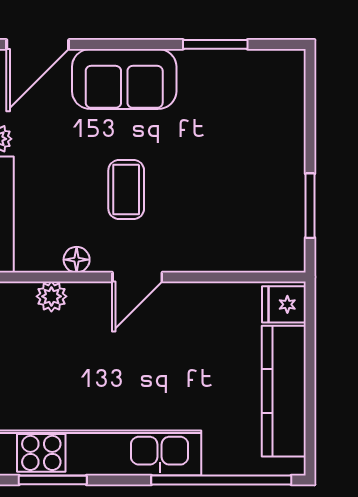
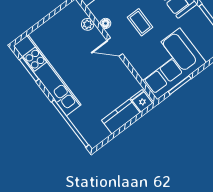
coffee table: (126, 189) -> (140, 22), turned 90
corner sofa: (251, 196) -> (168, 64), added
kitchen counter: (284, 391) -> (121, 117), width x0.67

